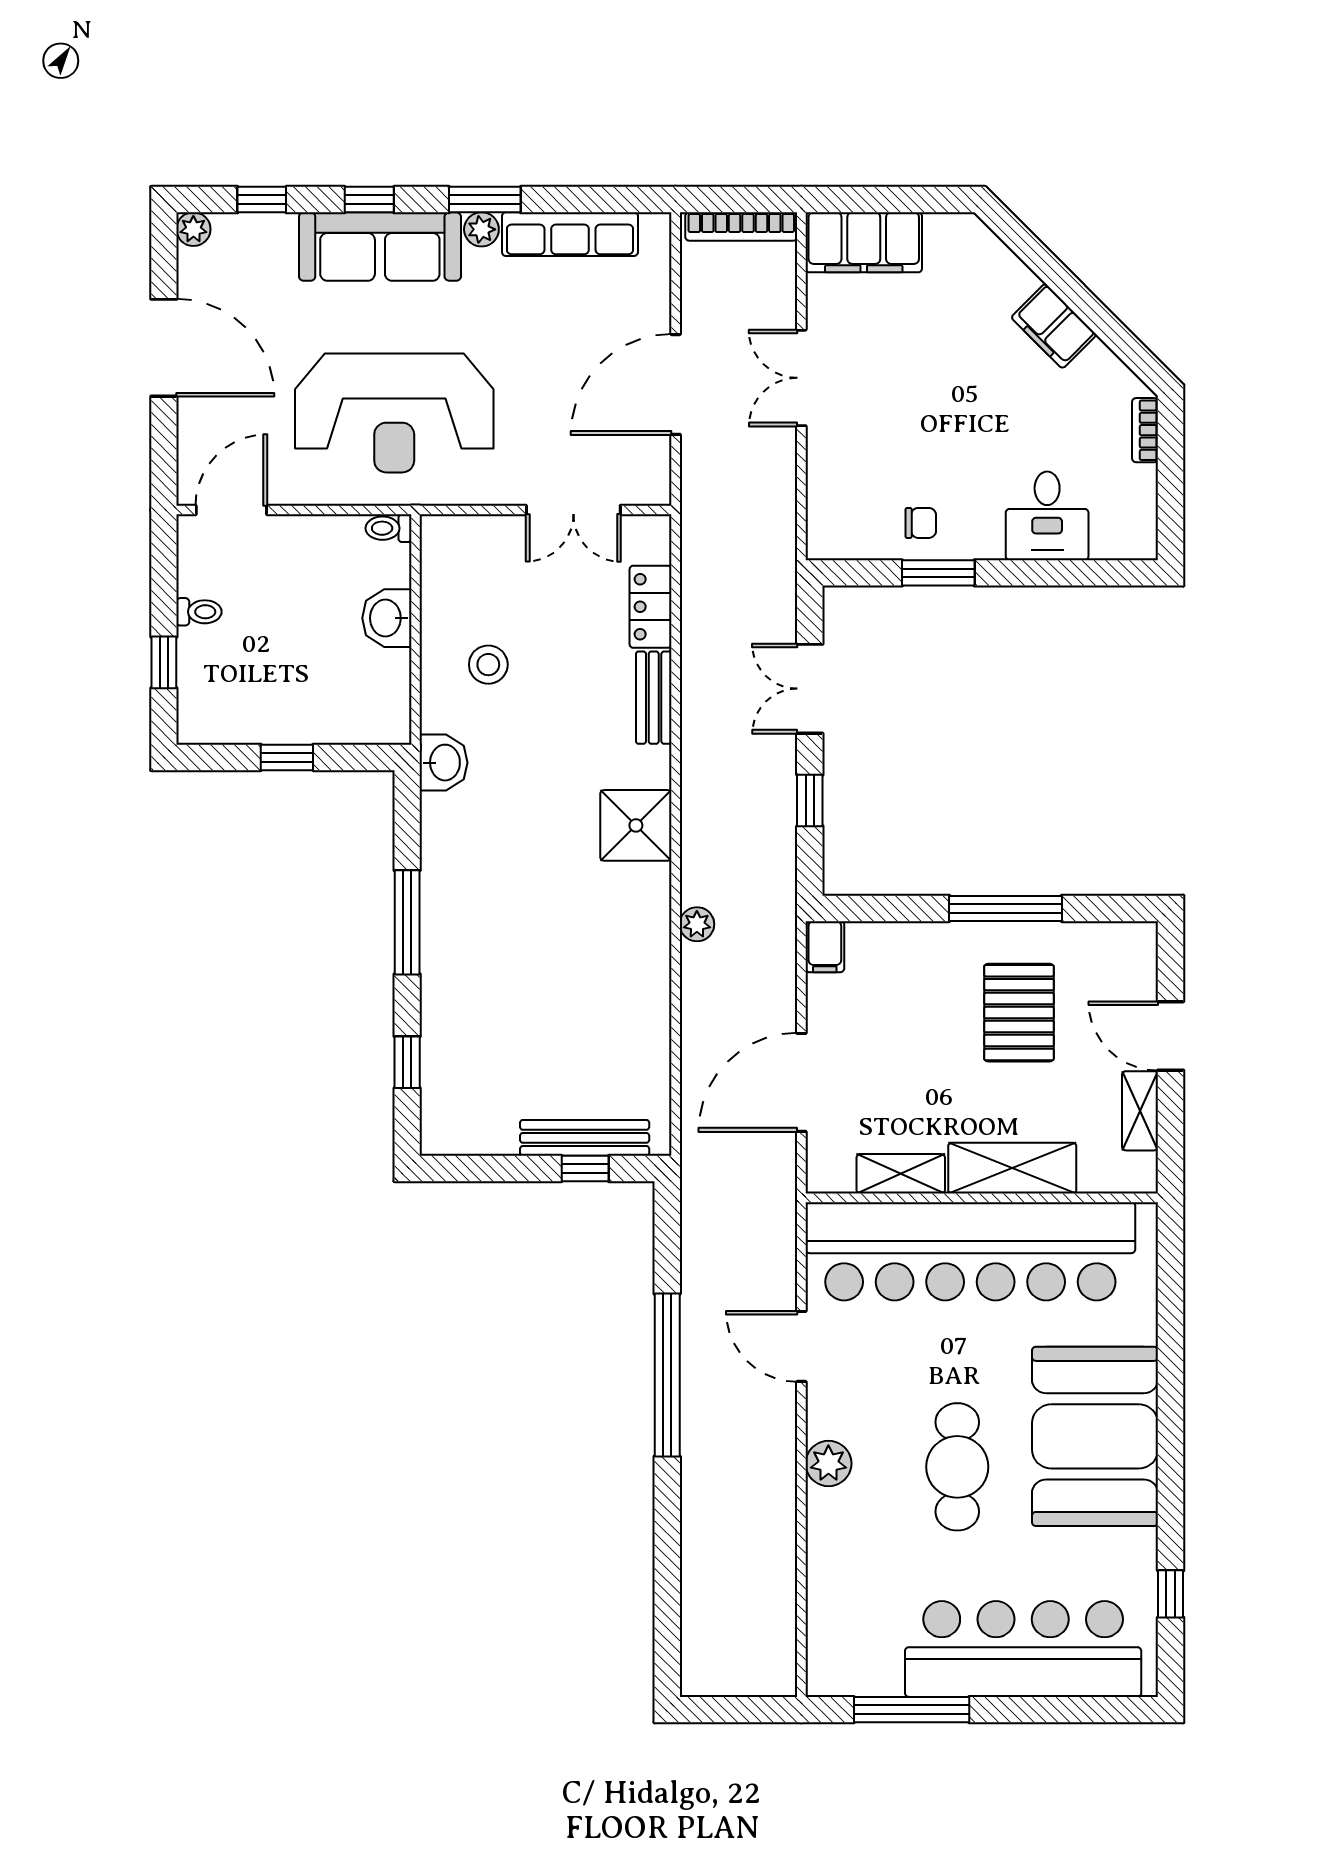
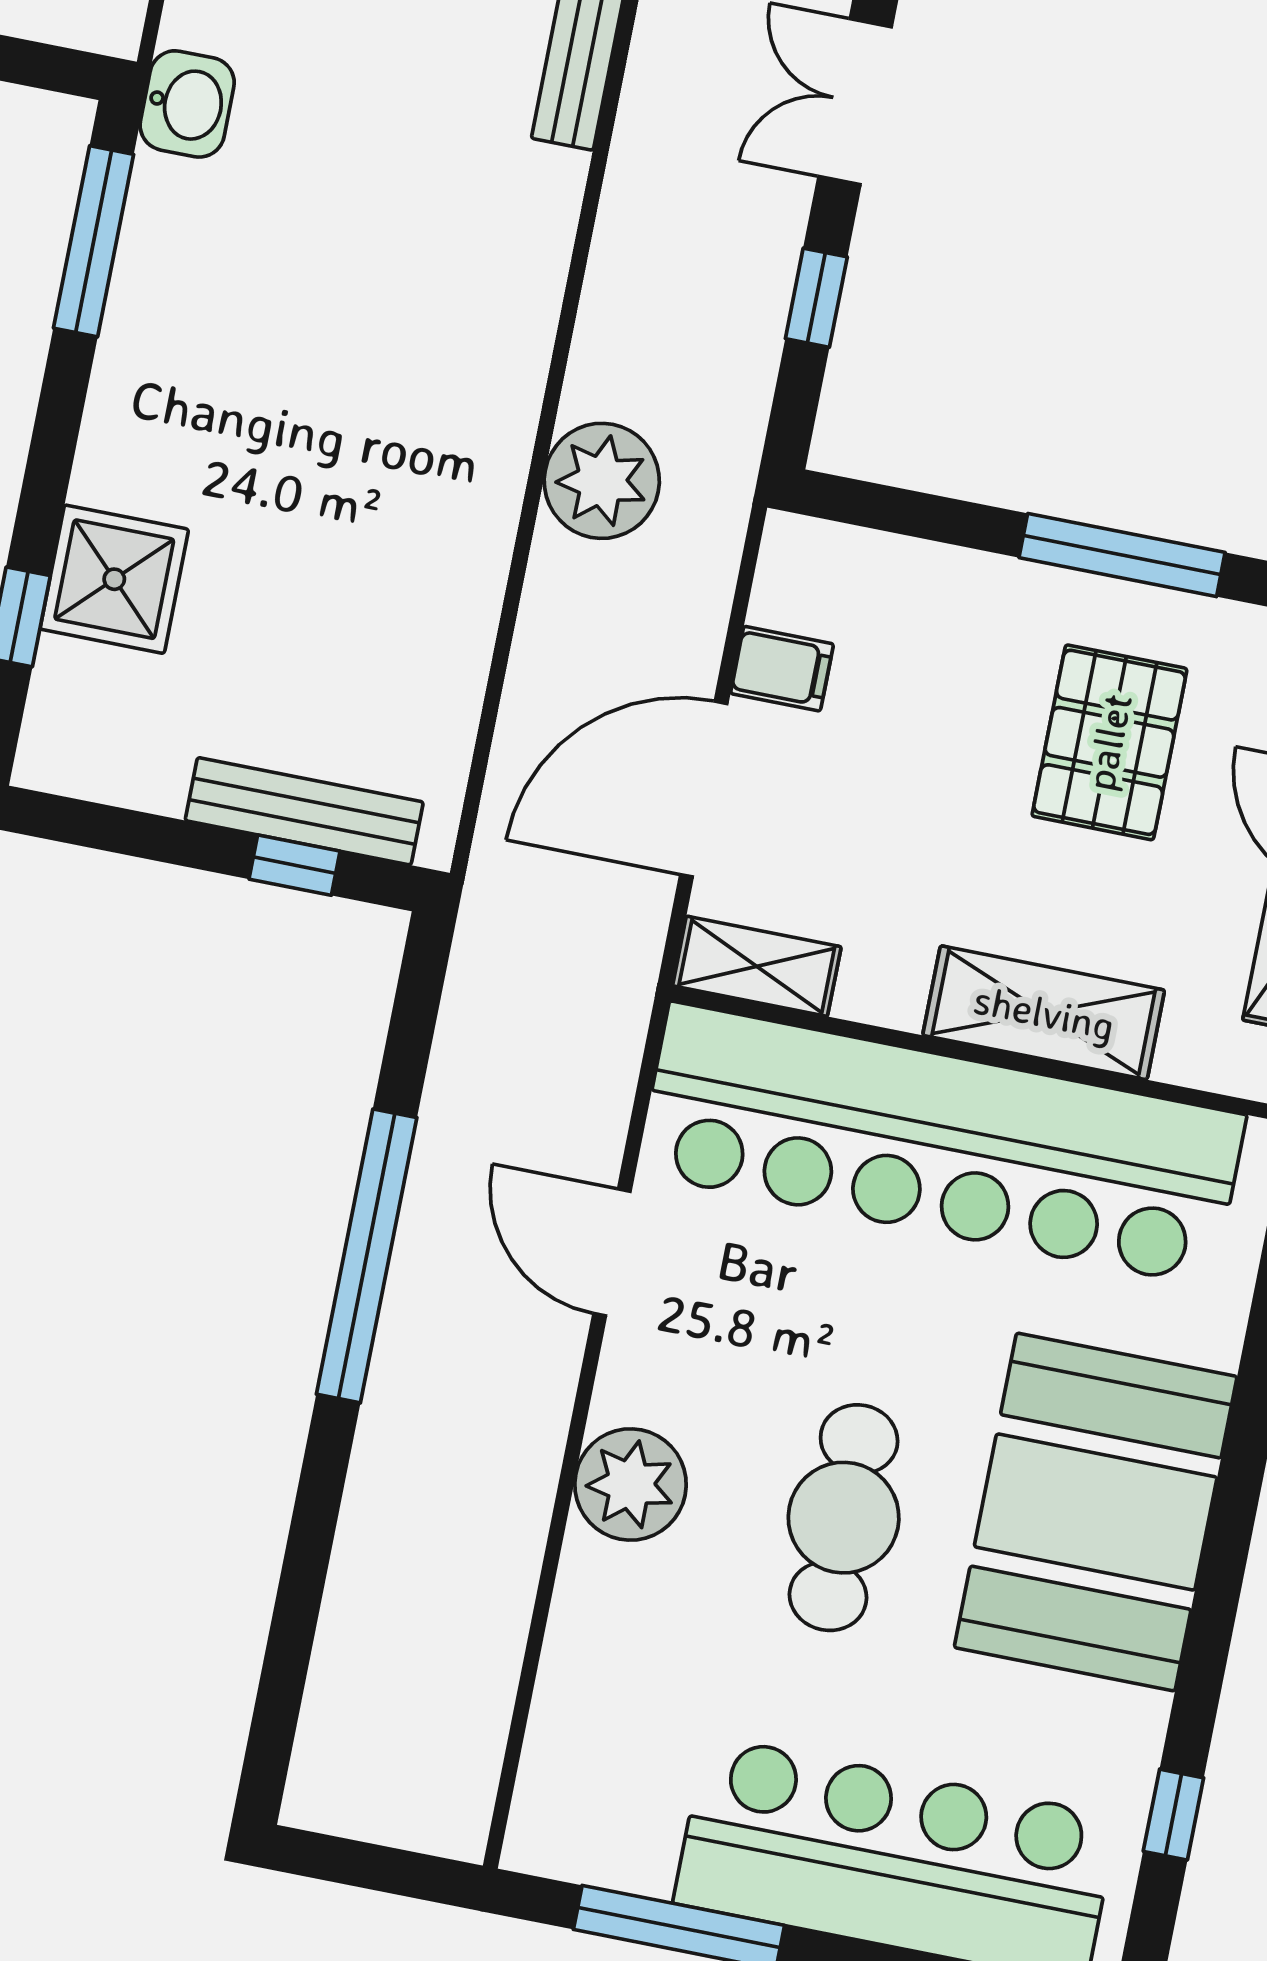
shower: (636, 825) -> (114, 579), moved
window: (407, 922) -> (94, 241), moved
plant: (697, 924) -> (602, 481), width x1.88, depth x1.88
filing cabinet: (825, 947) -> (782, 669), moved, turned -90
shelving: (901, 1174) -> (757, 966), moved
plant: (828, 1464) -> (630, 1484), width x1.36, depth x1.36

